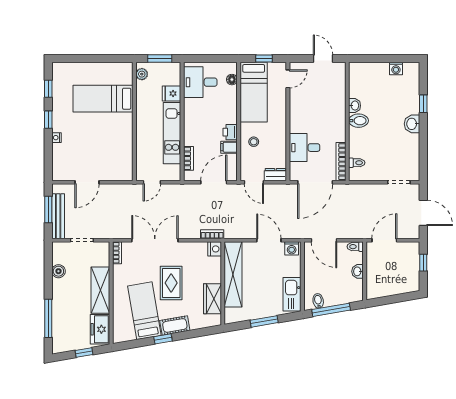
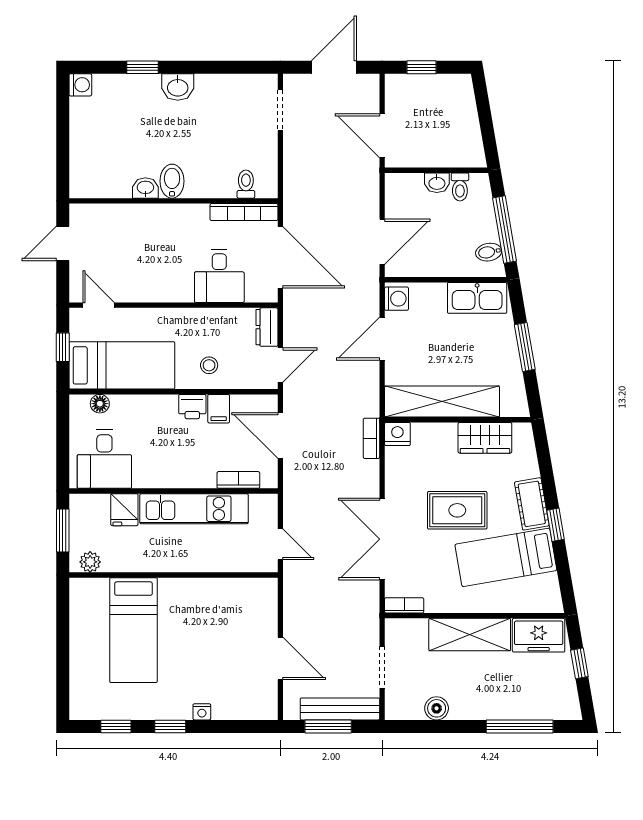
washing machine: (396, 68) -> (80, 85), moved
toilet: (355, 247) -> (460, 187), moved

